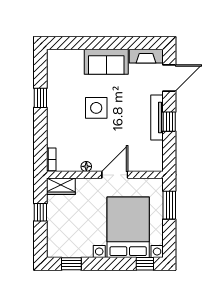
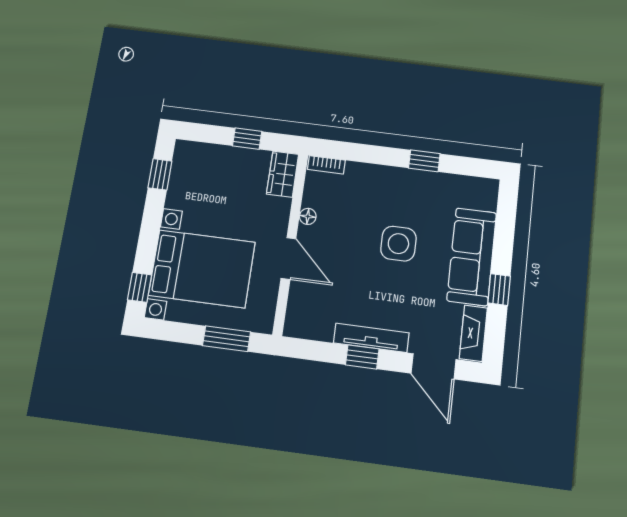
window: (117, 43) -> (499, 290), added
sofa: (106, 62) -> (472, 256), width x1.36

